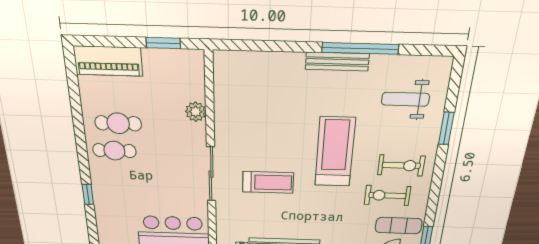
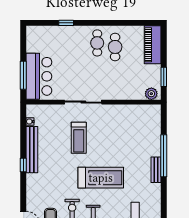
window: (360, 48) -> (164, 156), moved
bench: (337, 62) -> (156, 170), width x0.73
plant: (196, 112) -> (151, 94), moved

